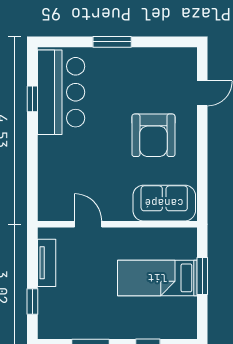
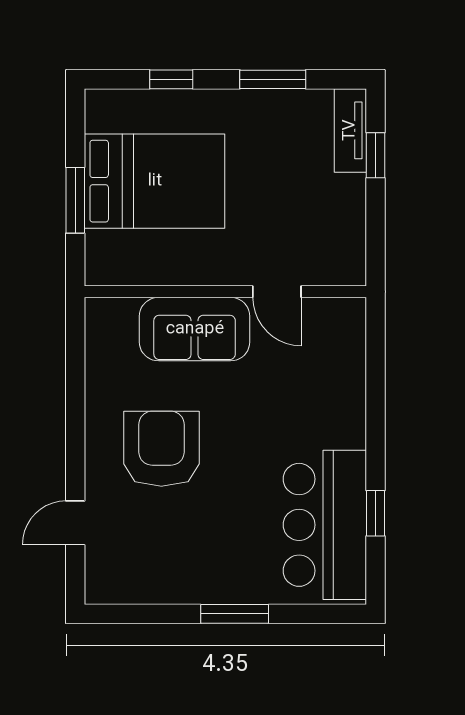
sofa: (164, 203) -> (195, 329), moved
tv unit: (47, 263) -> (350, 130), moved
bed: (157, 278) -> (155, 181), width x1.50

